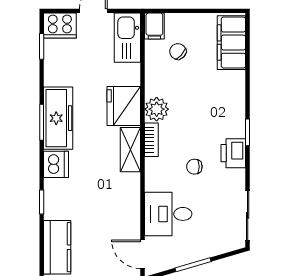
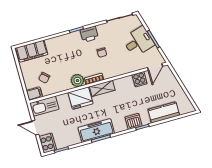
dishwasher: (56, 164) -> (134, 121), moved
desk: (168, 214) -> (138, 42), moved, turned -106
cooker: (128, 221) -> (140, 79), added

